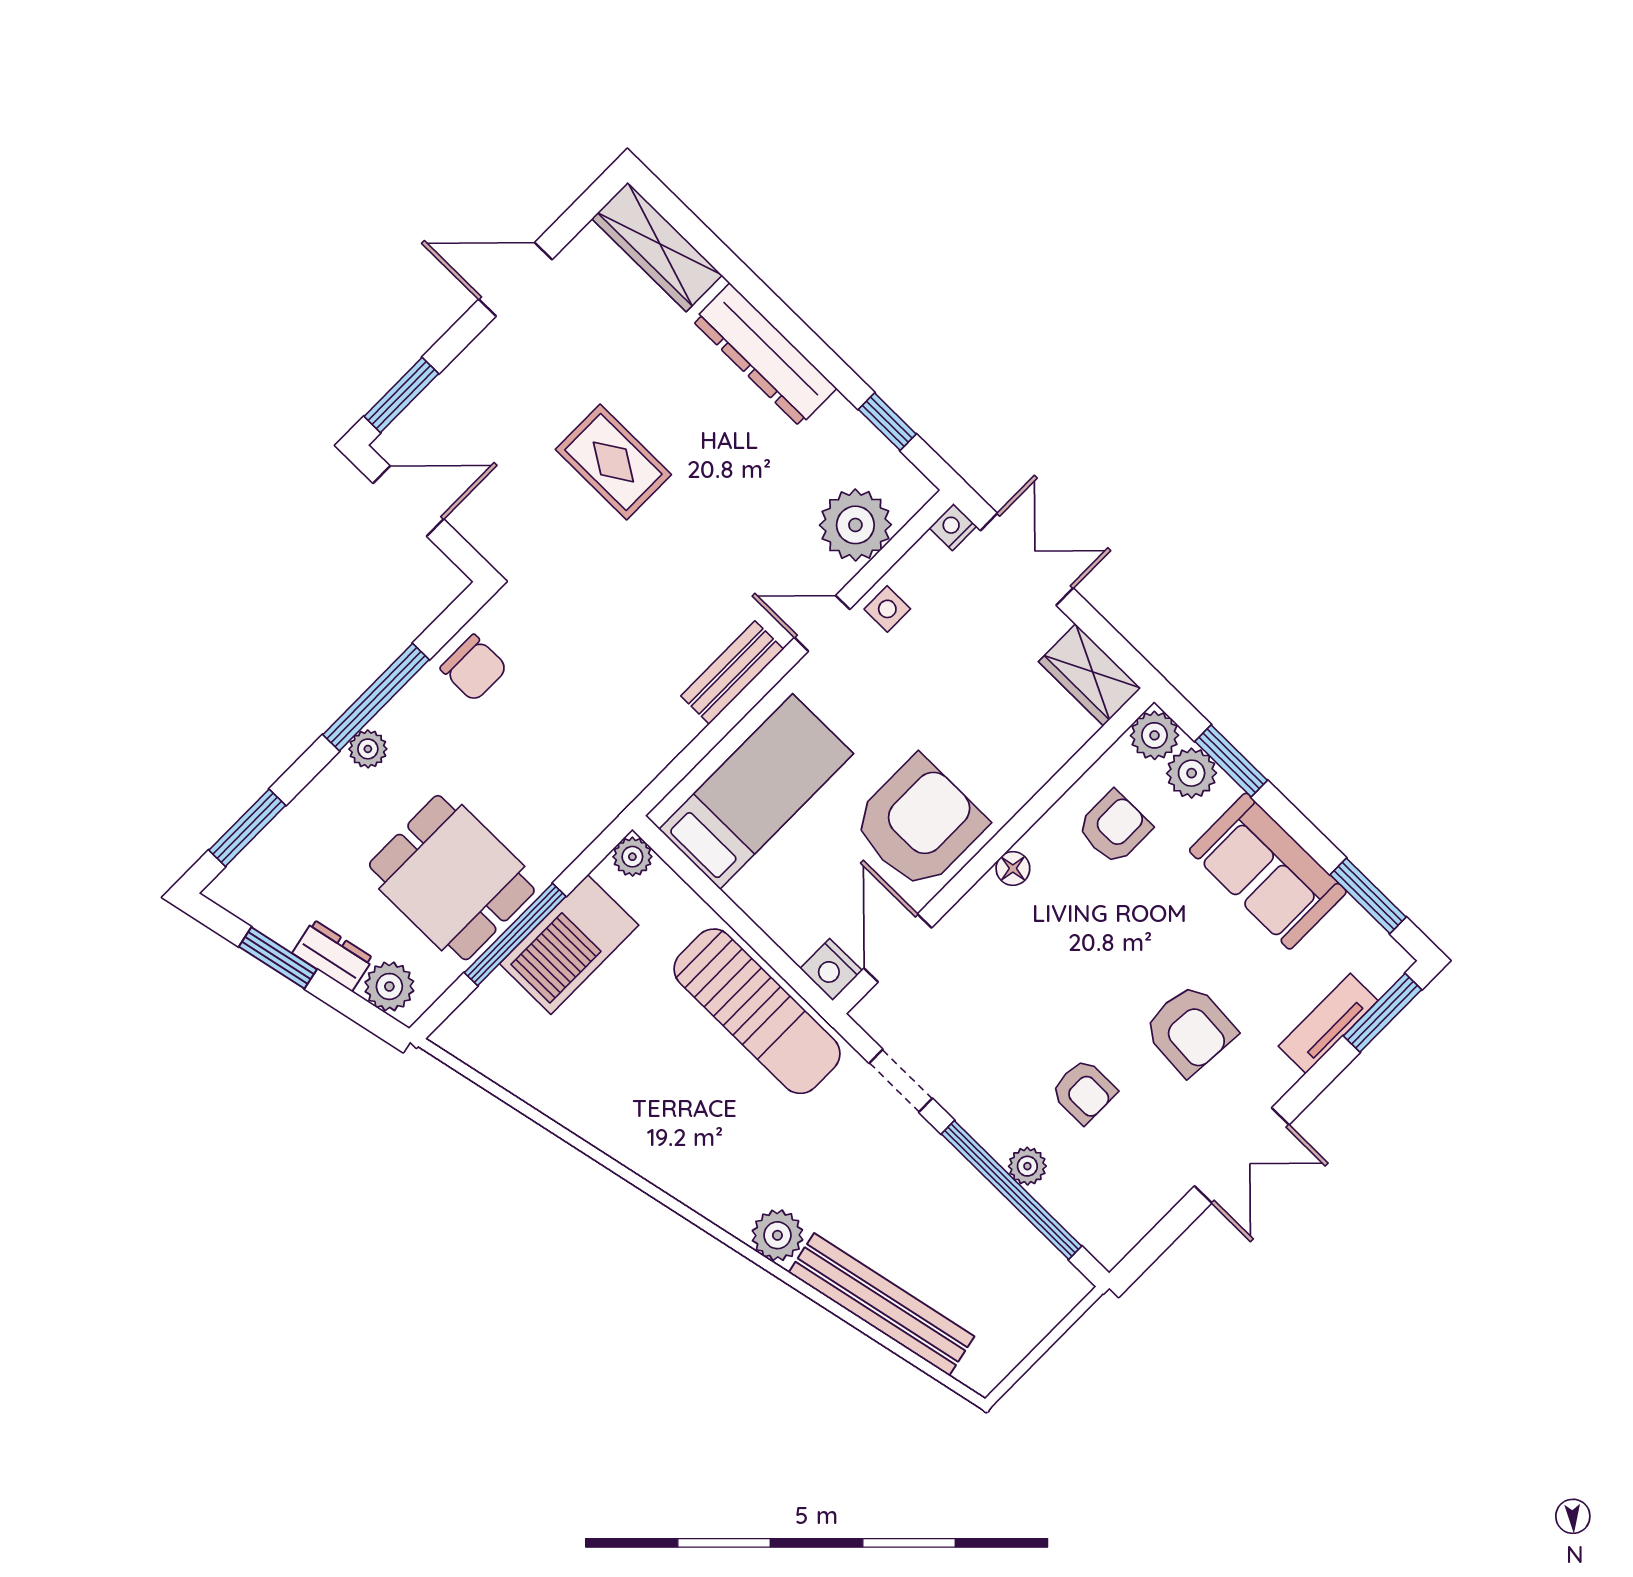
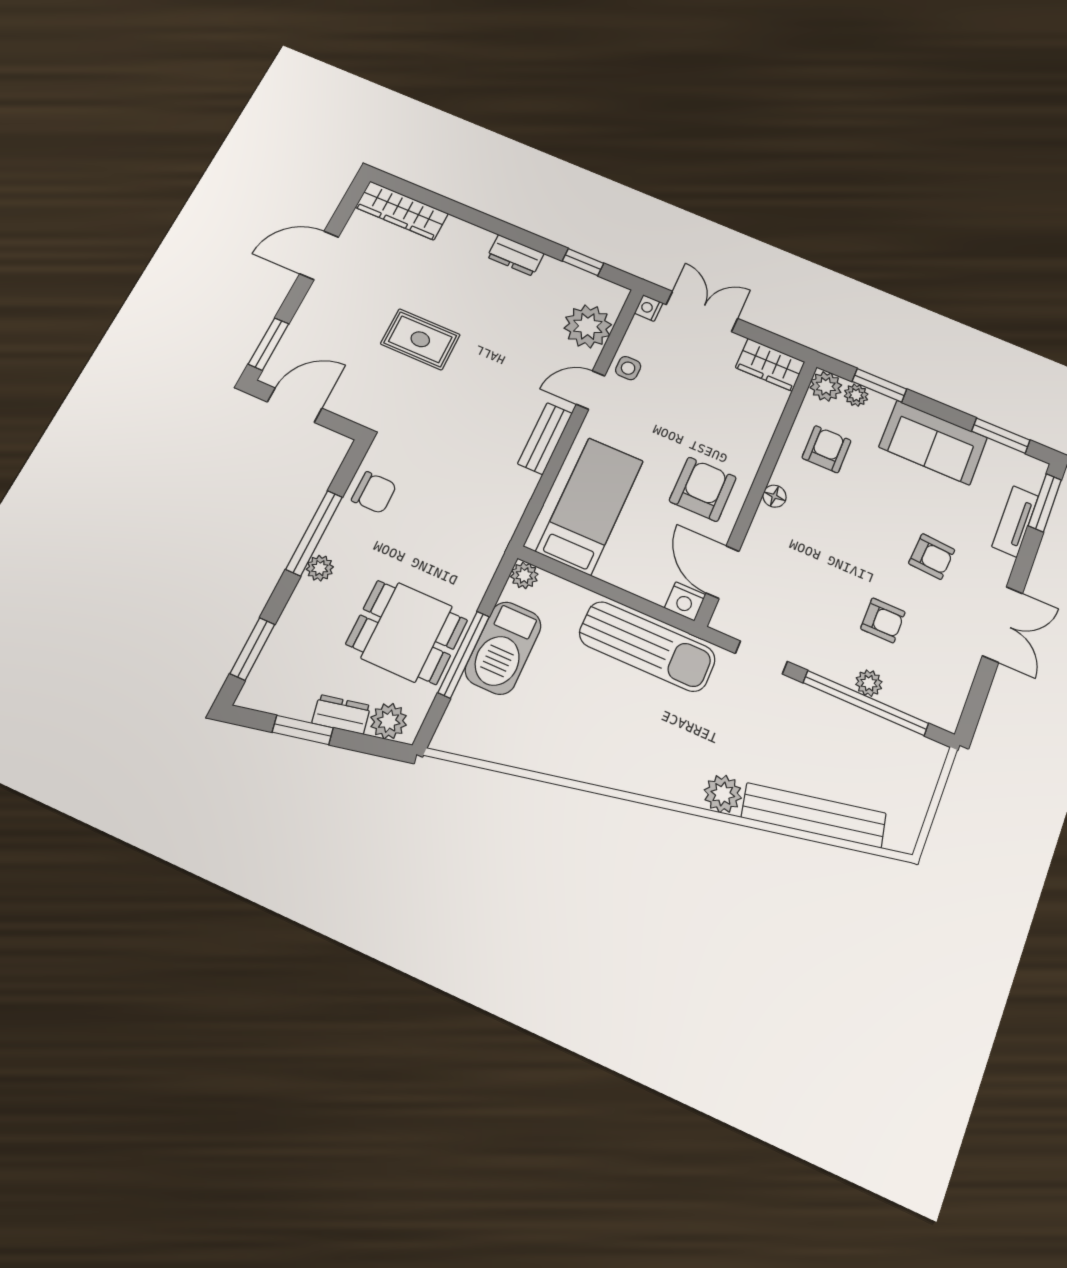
dresser: (765, 355) -> (516, 255), width x0.51, depth x0.80
plant: (1192, 773) -> (856, 395), width x0.73, depth x0.73
armchair: (919, 823) -> (703, 489), width x0.73, depth x0.73
armchair: (1190, 1030) -> (932, 557), width x0.72, depth x0.72

